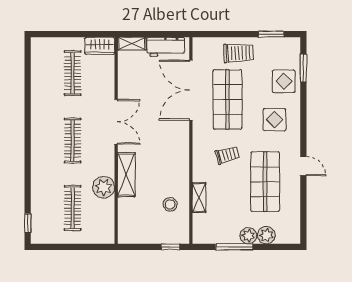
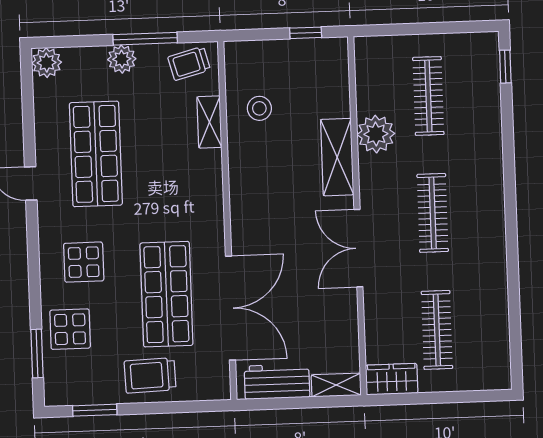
trolley: (227, 155) -> (189, 63), moved
plant: (266, 235) -> (47, 63), moved
window: (170, 247) -> (306, 33), moved

